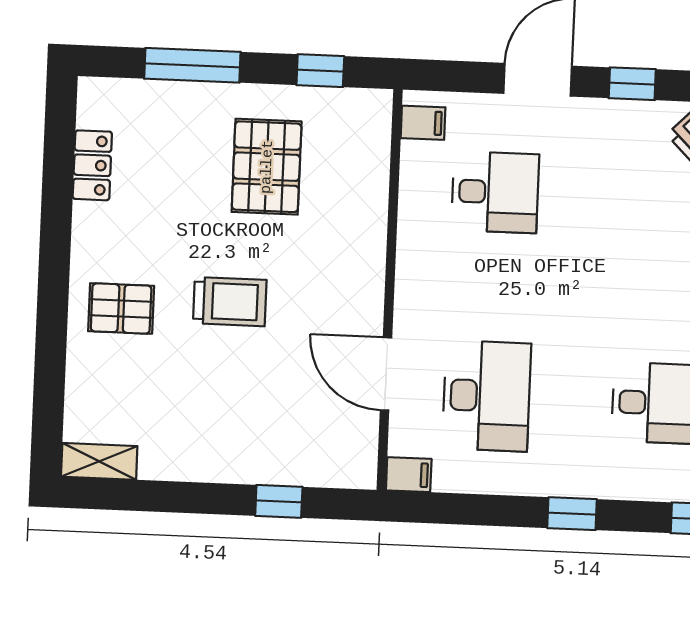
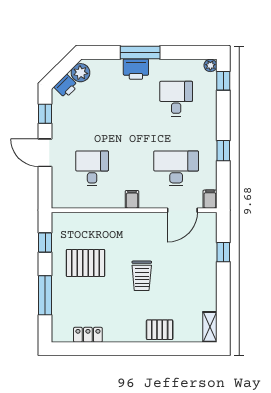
filing cabinet: (423, 123) -> (132, 199), moved
trolley: (230, 302) -> (142, 276), turned 180
pallet: (121, 308) -> (160, 330), moved, turned 90
door: (386, 374) -> (182, 210), moved
window: (572, 514) -> (223, 151), moved

